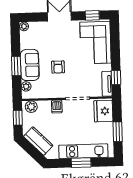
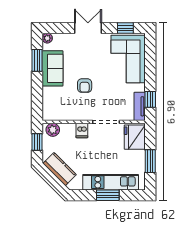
sofa: (30, 65) -> (53, 68), moved
window: (16, 66) -> (37, 60), moved
plant: (26, 86) -> (48, 107), removed

